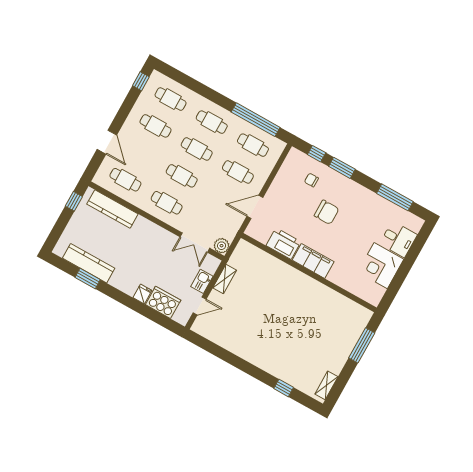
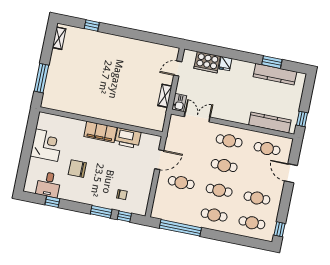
cafe table: (253, 145) -> (176, 207), removed
window: (395, 197) -> (52, 202), width x0.46
chair: (327, 212) -> (77, 169), moved
desk: (398, 239) -> (49, 185), moved, turned -90
plant: (222, 246) -> (176, 121), removed
kitchen sink: (202, 281) -> (179, 102), moved

